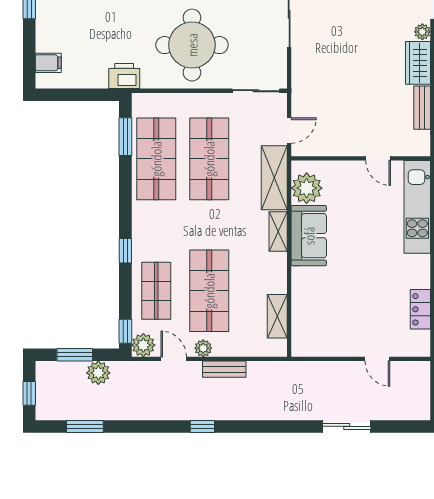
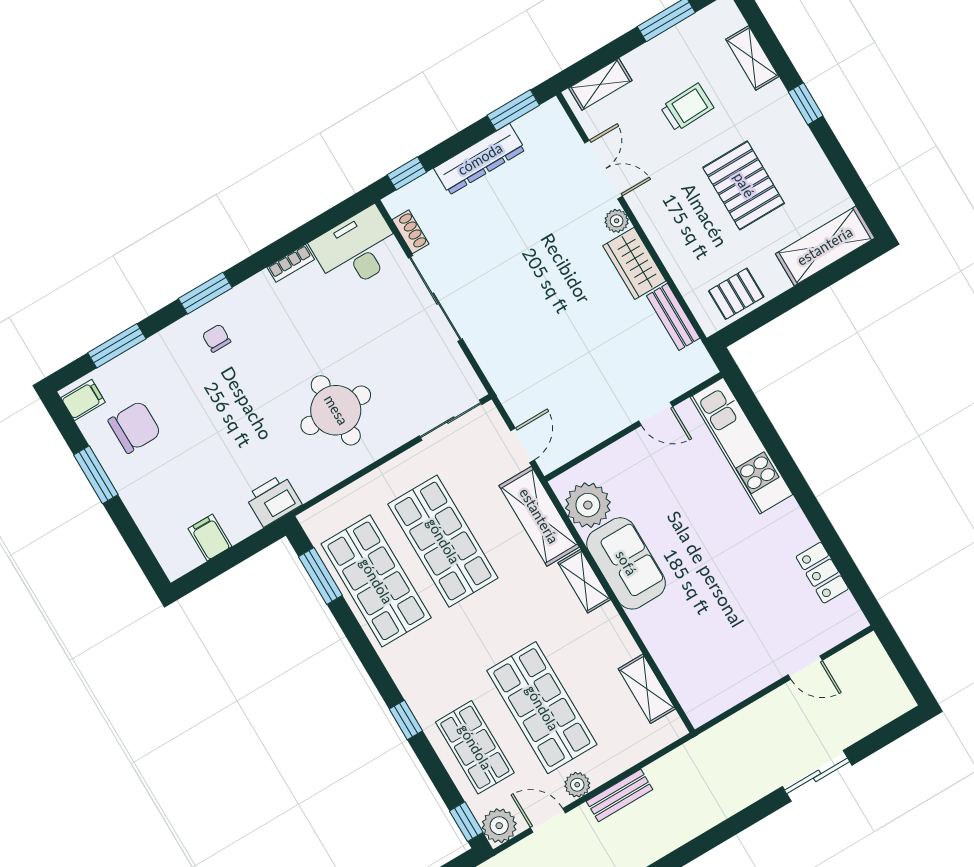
round table: (192, 45) -> (336, 410), width x0.73, depth x0.73
filing cabinet: (48, 63) -> (210, 537), moved, turned -90

